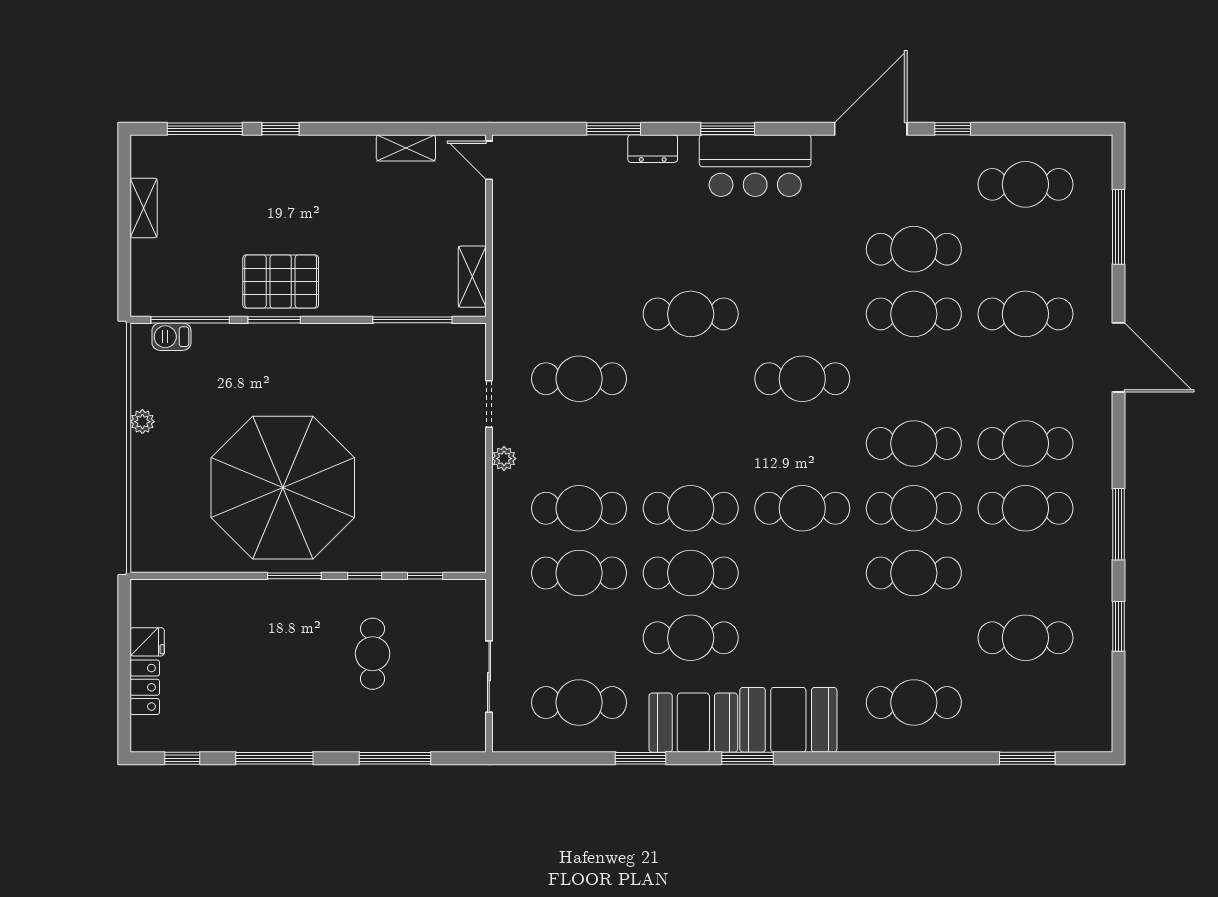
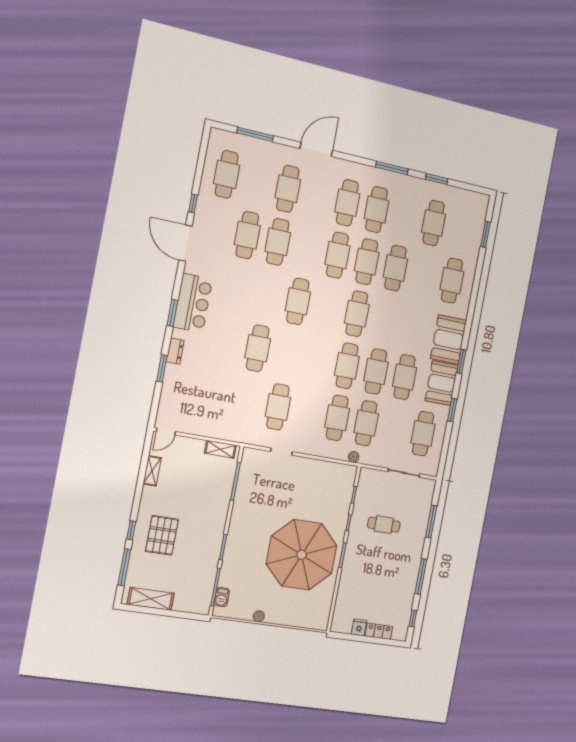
shelving: (144, 208) -> (151, 599), width x1.50, depth x1.33
pallet: (281, 281) -> (162, 535), moved
plant: (504, 459) -> (354, 457), moved

